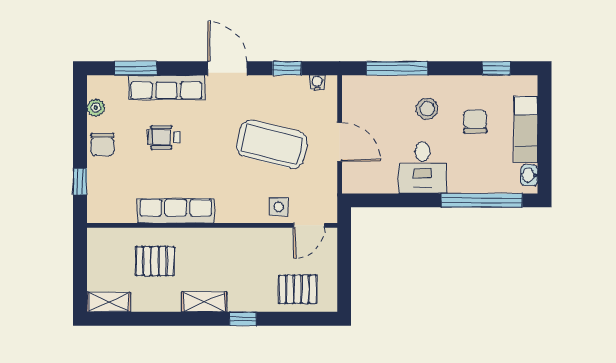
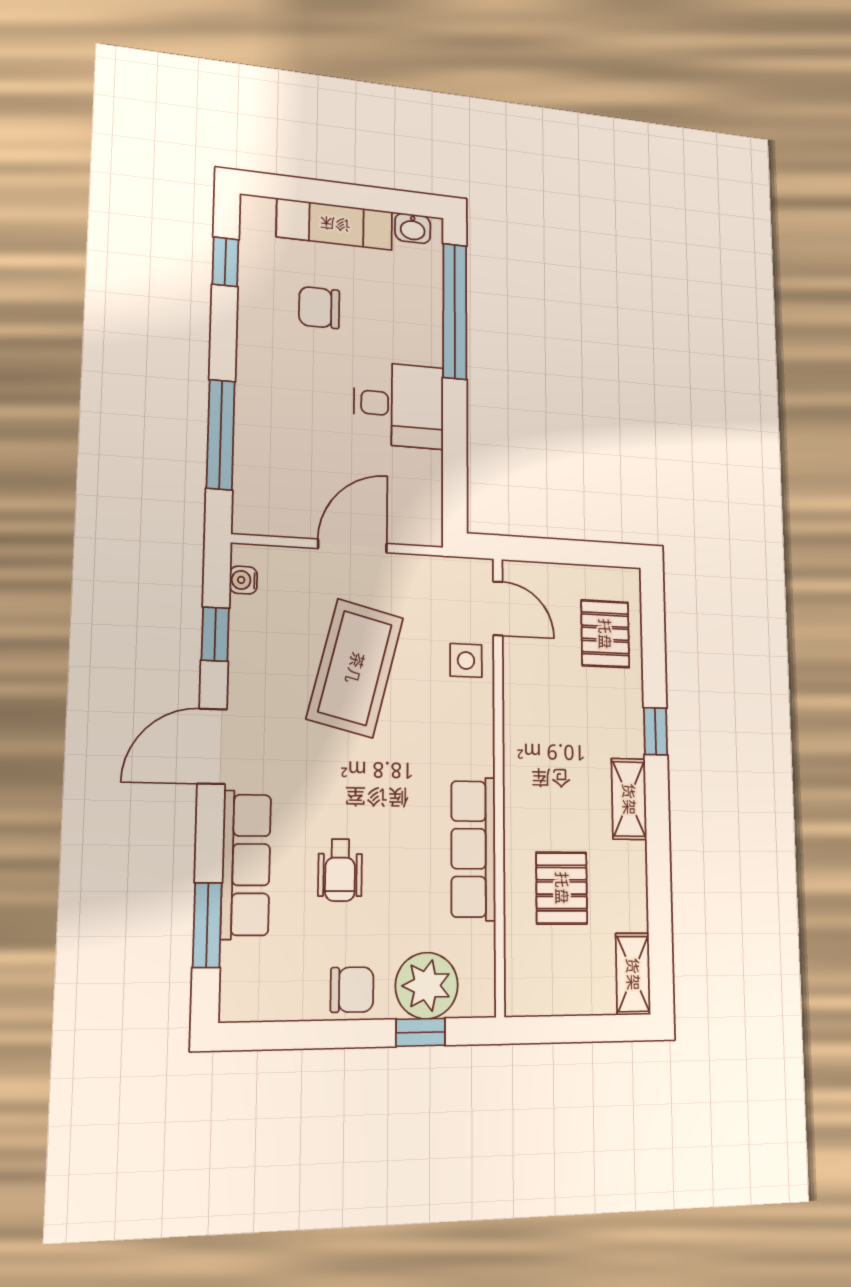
plant: (96, 108) -> (427, 986), moved, width x1.88, depth x1.88
stool: (427, 109) -> (295, 388), removed

